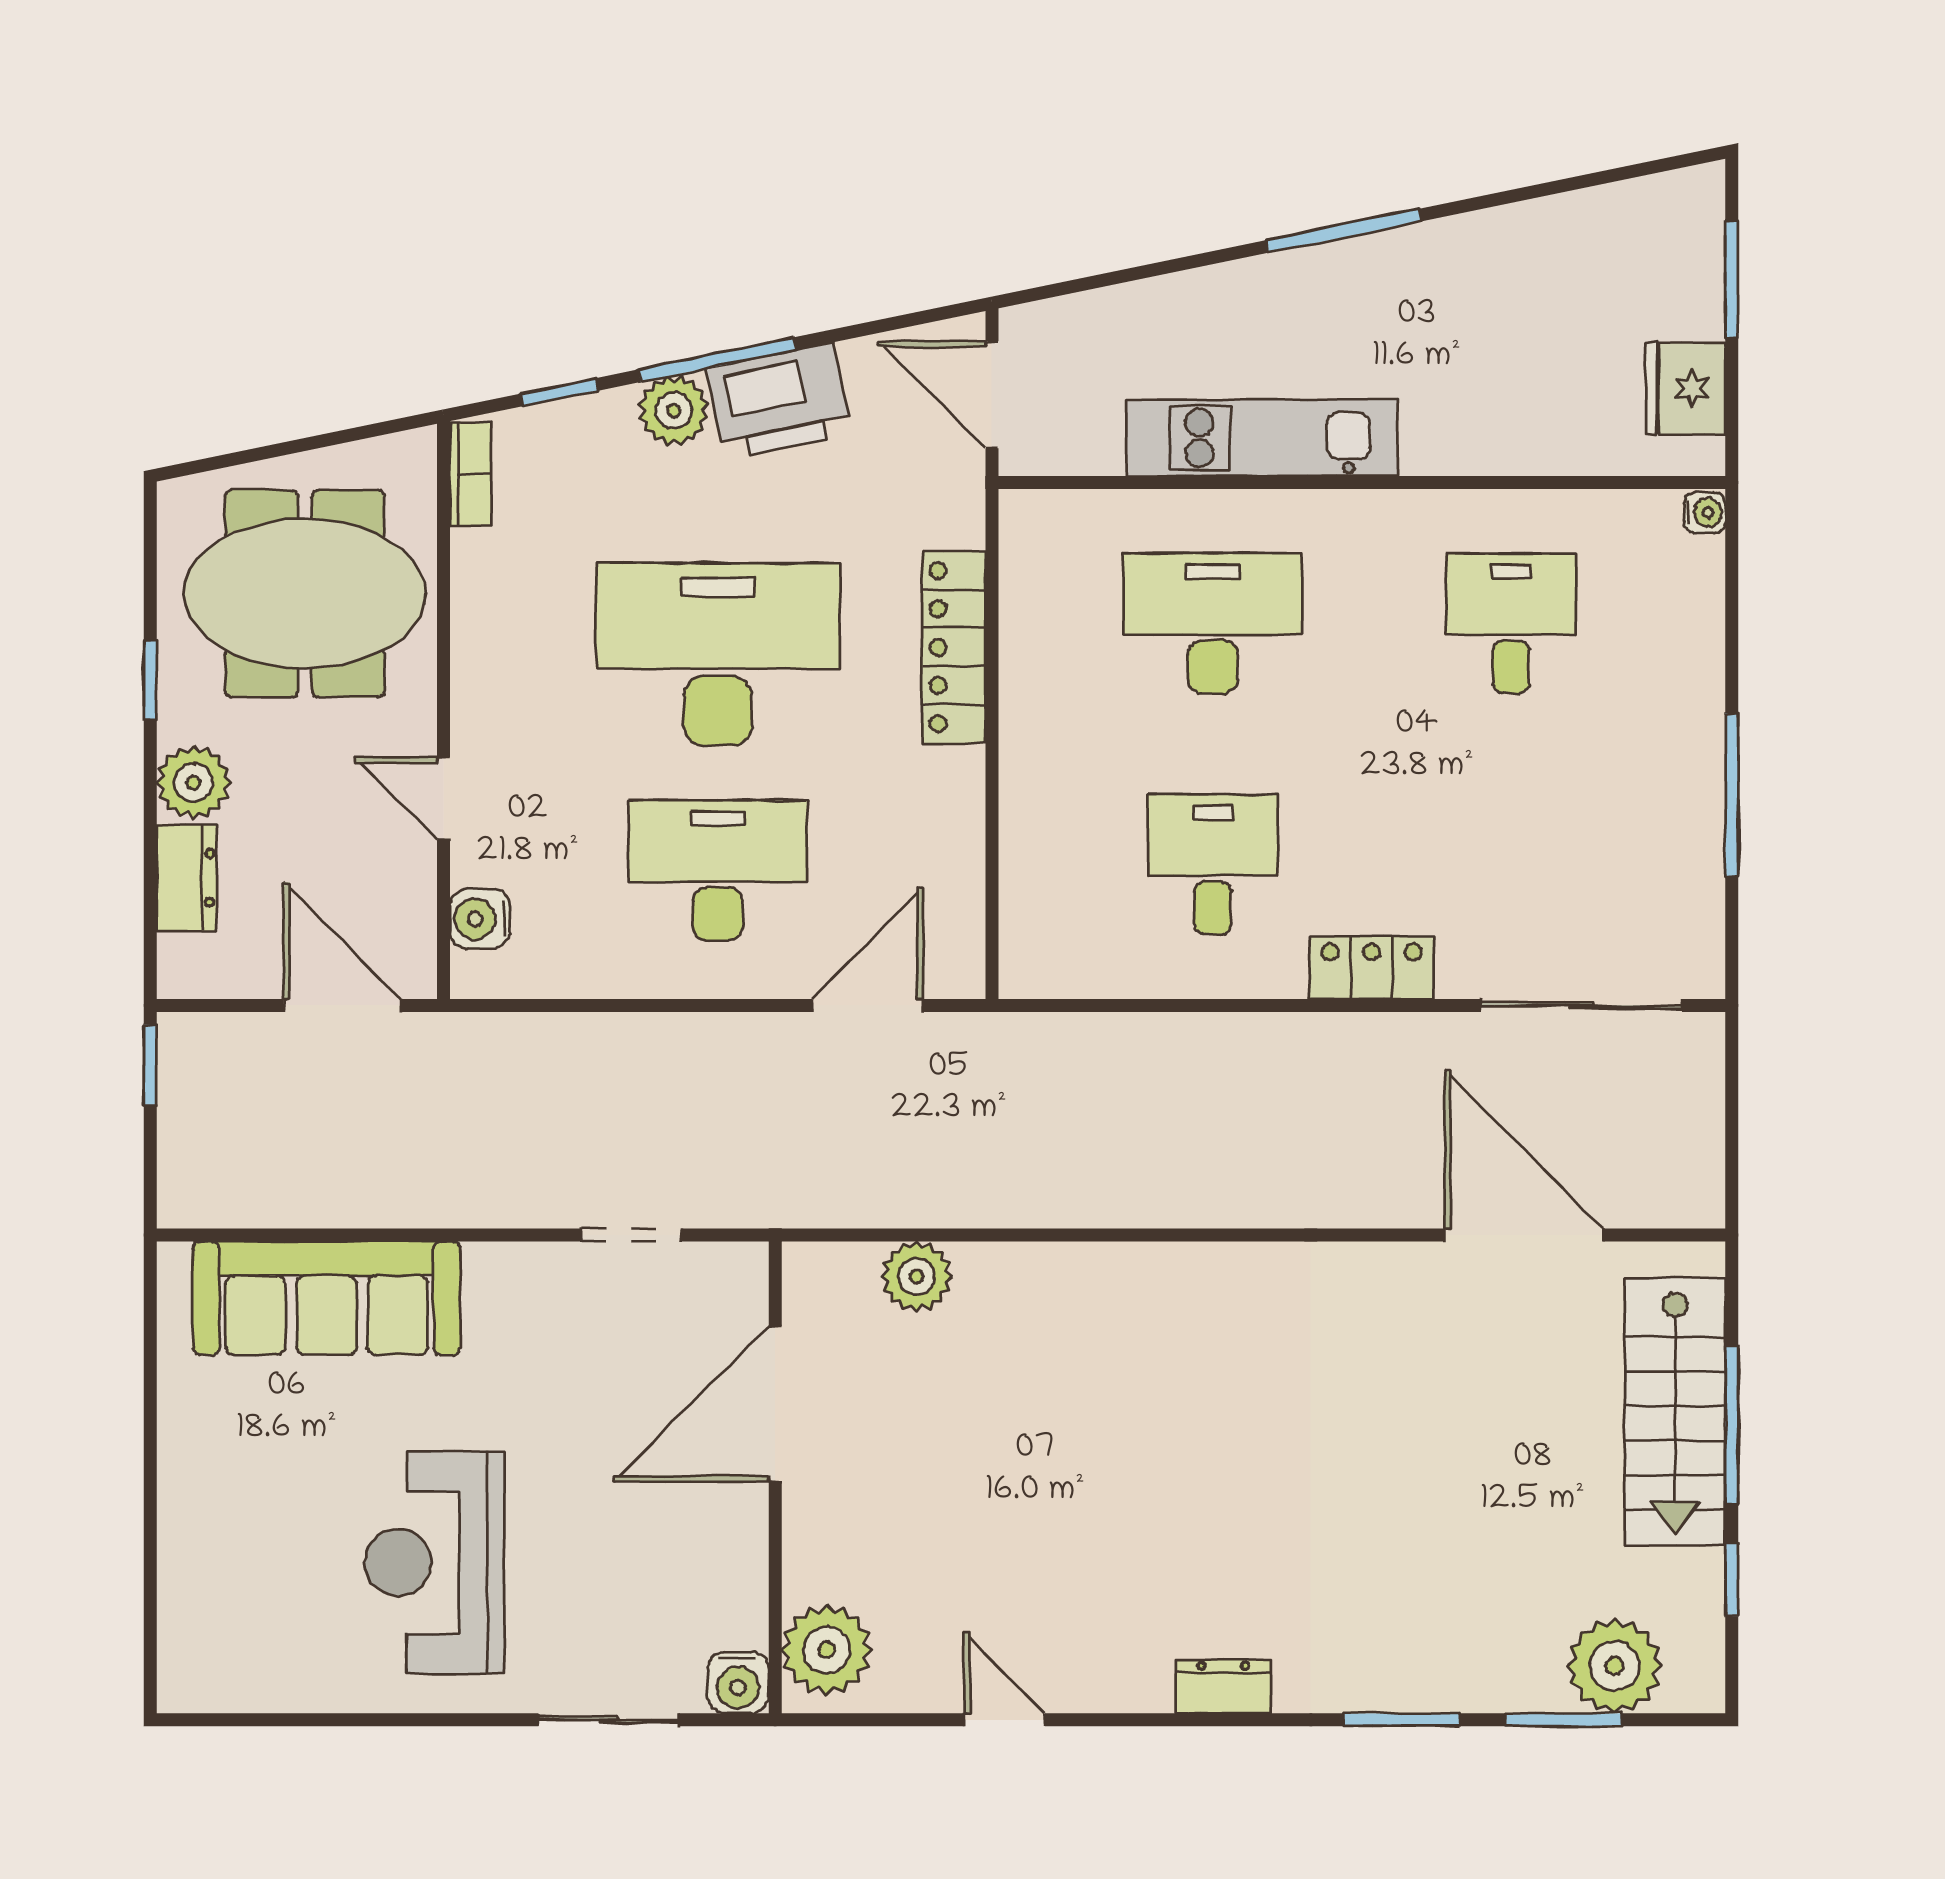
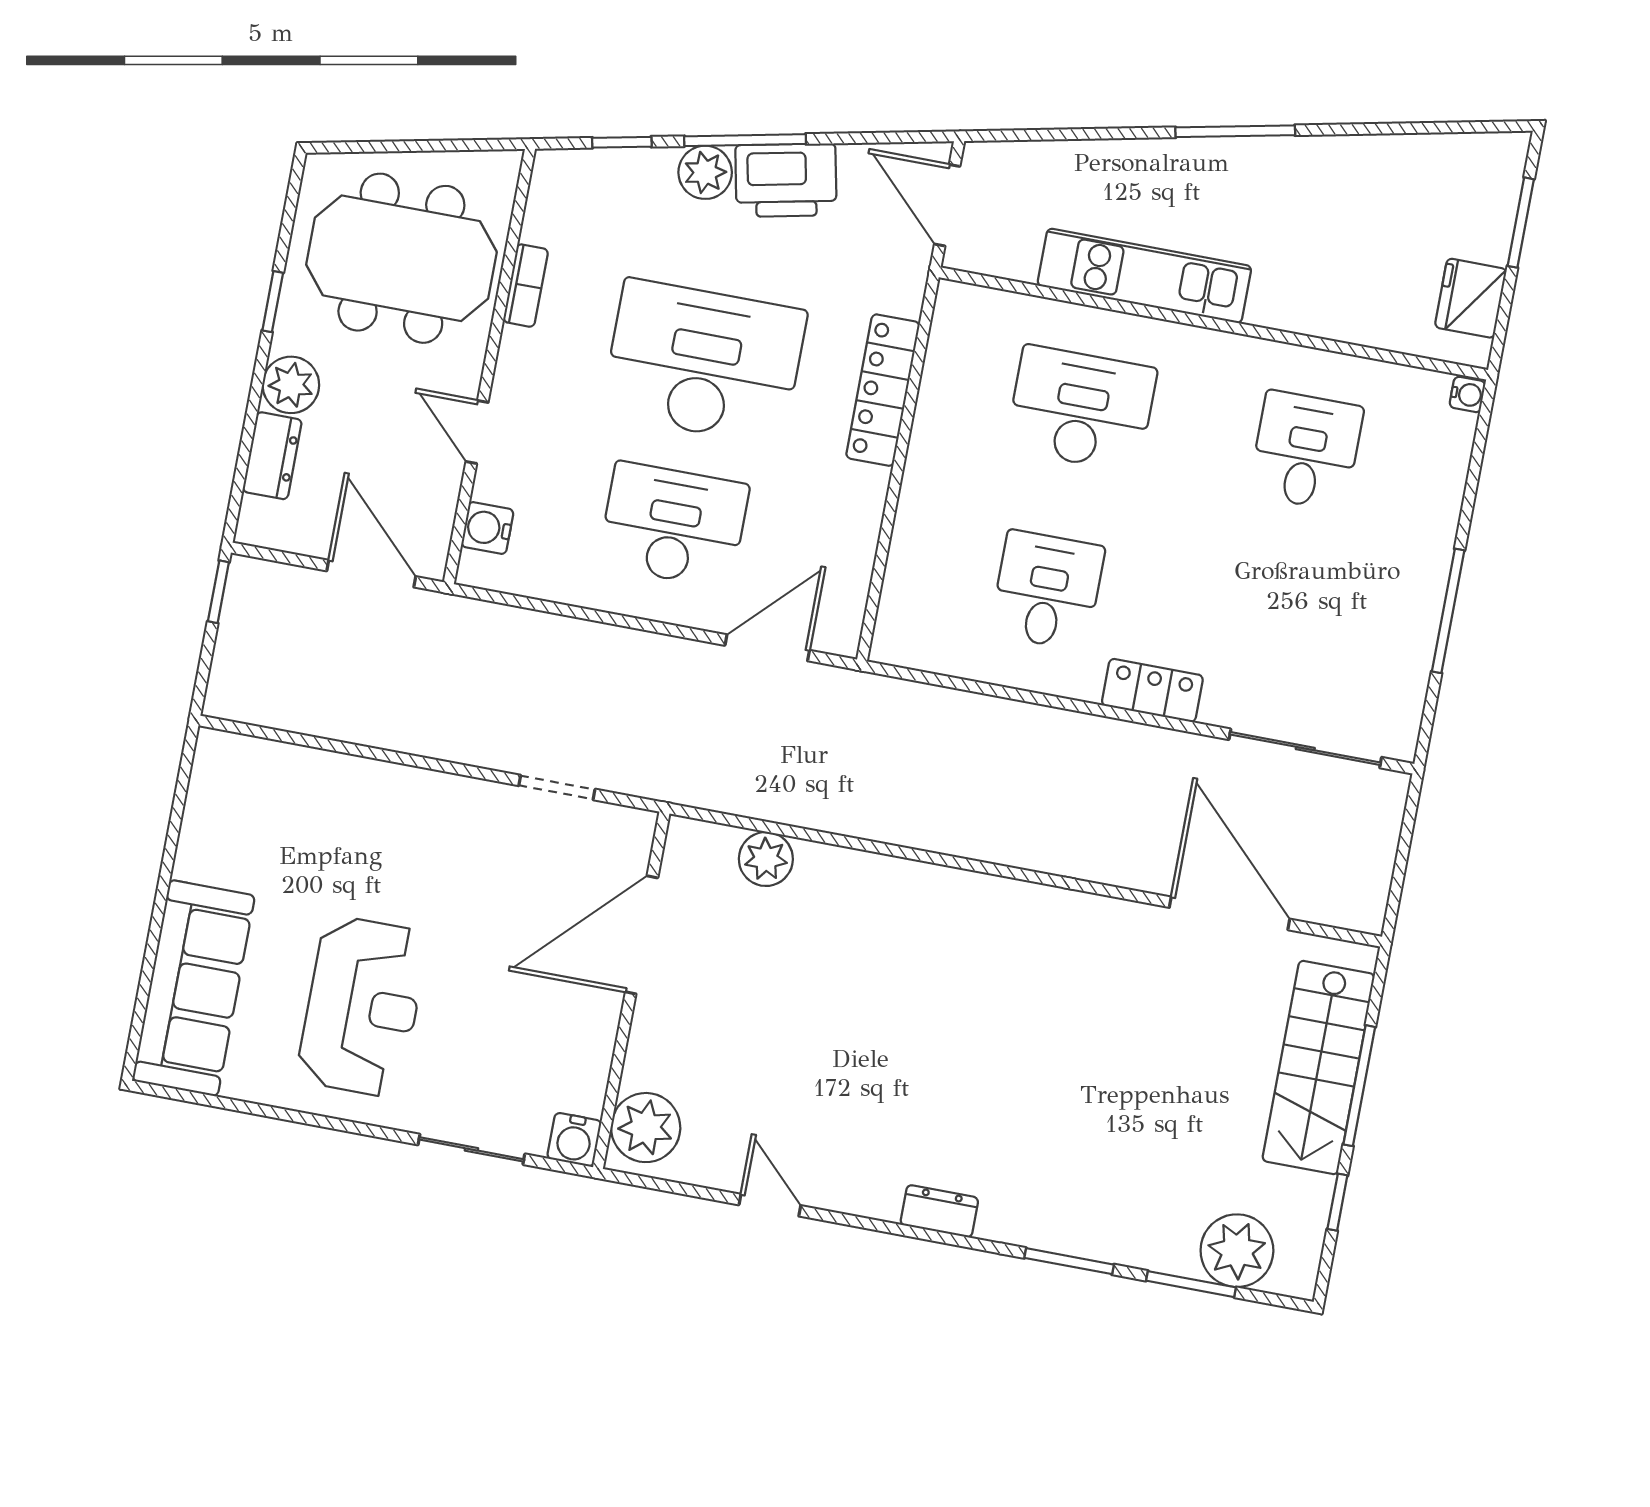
bookcase: (471, 474) -> (526, 286), moved
sofa: (326, 1298) -> (194, 988), moved, turned -90
reception desk: (434, 1562) -> (362, 1006), turned 180

